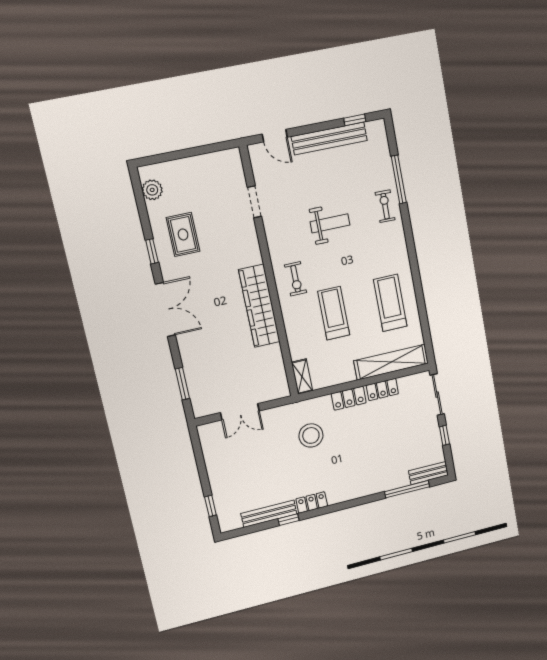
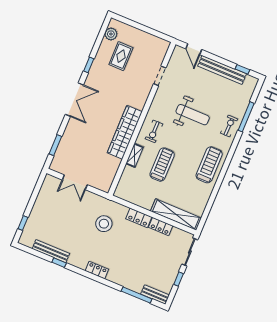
weight bench: (330, 223) -> (193, 115), width x1.36, depth x1.33
rug: (183, 234) -> (121, 56), moved
treadmill: (390, 303) -> (209, 165), moved
shelving: (302, 377) -> (135, 155), moved
locker: (312, 502) -> (97, 270), moved

